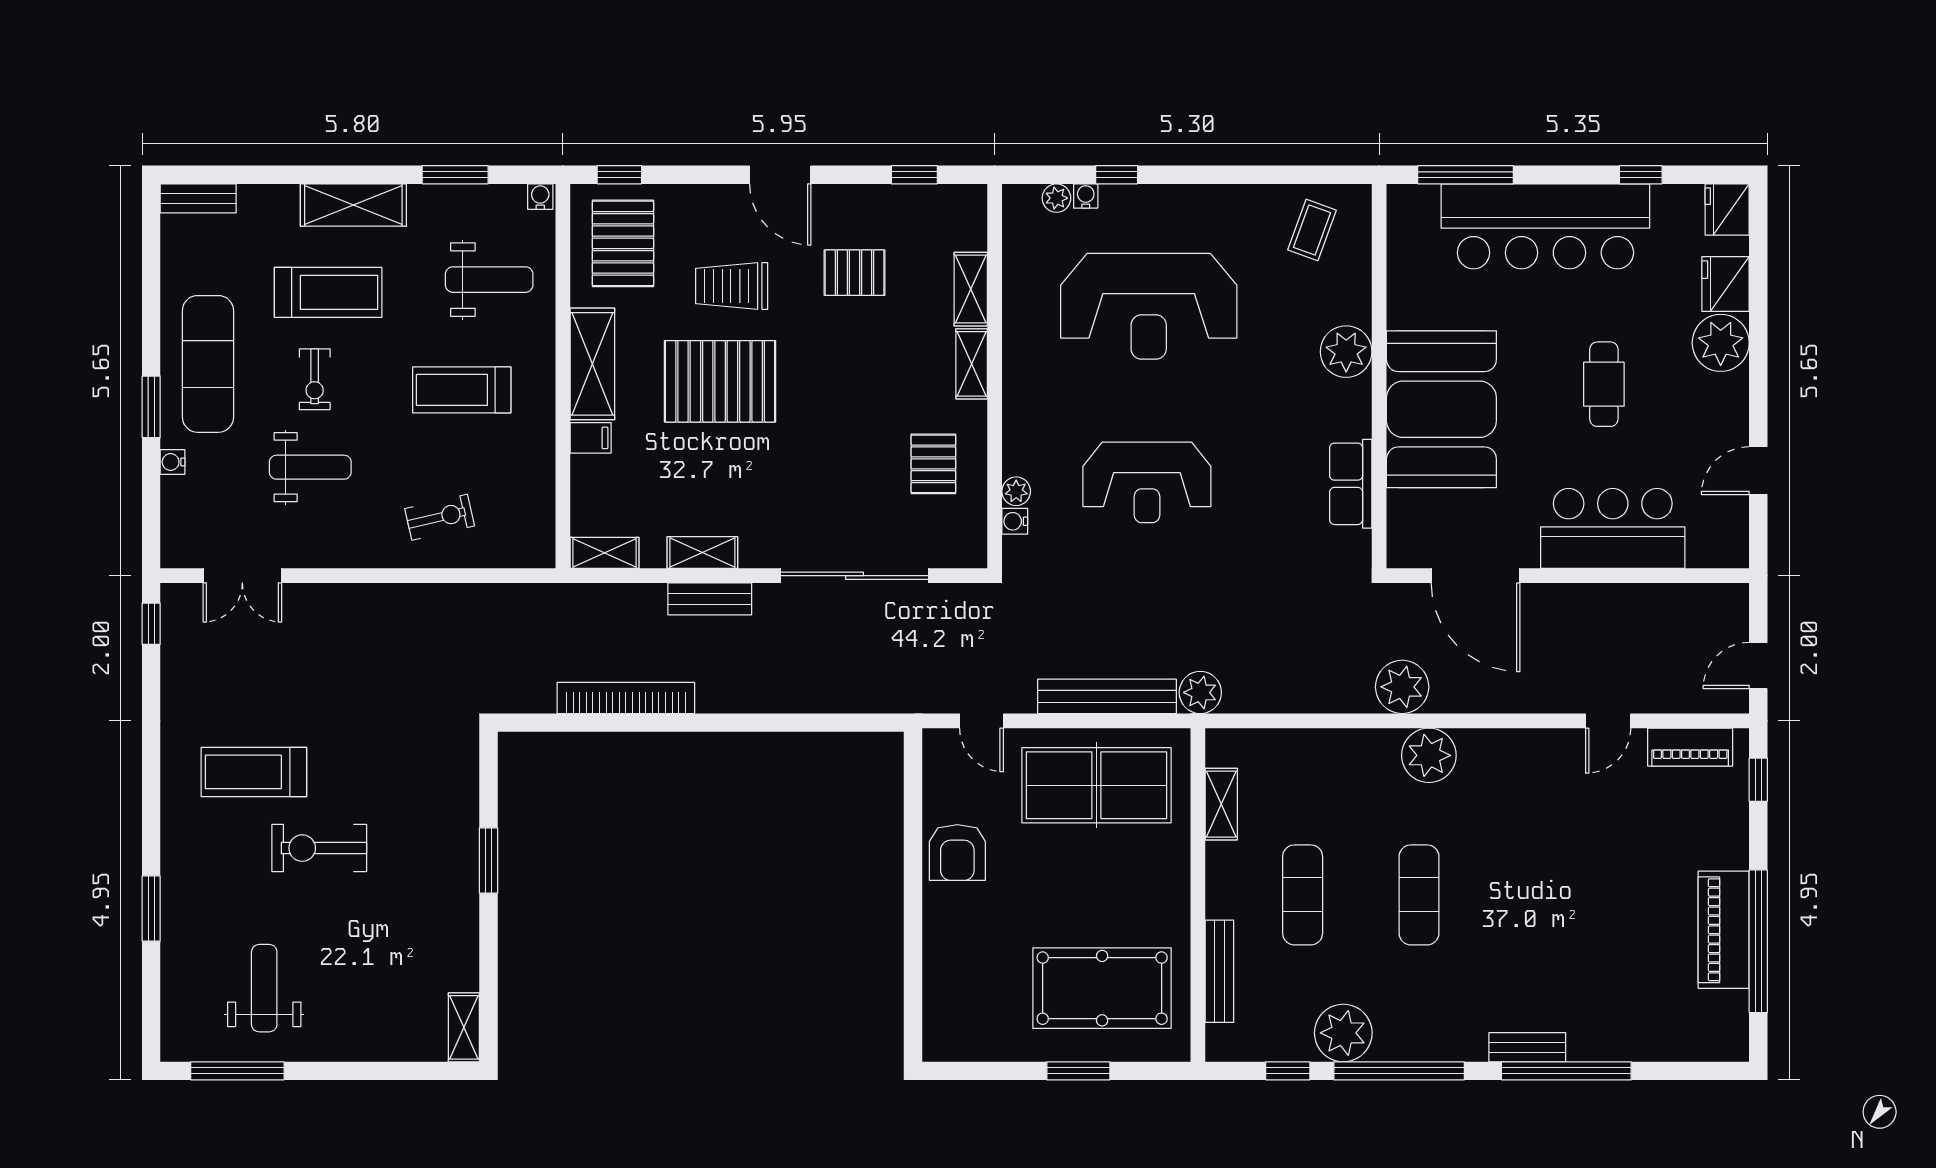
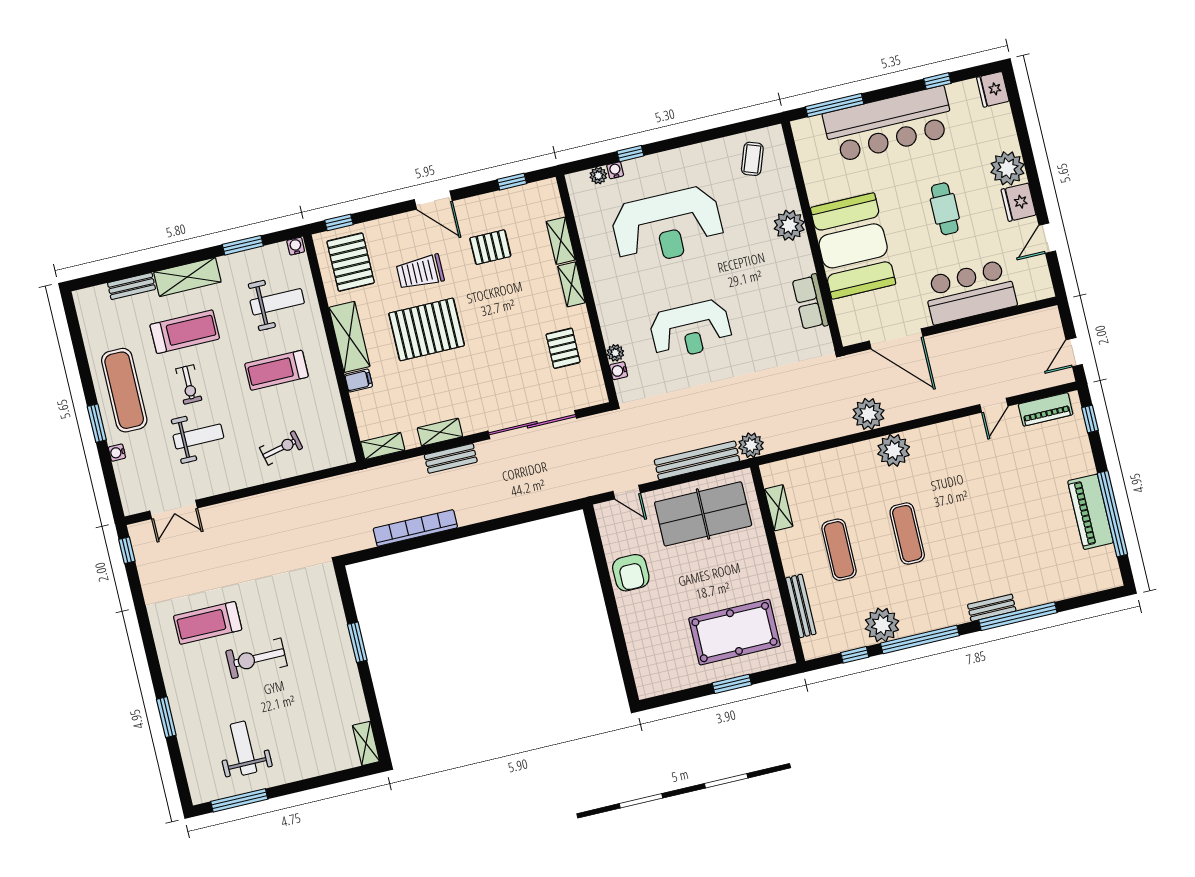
bench: (198, 198) -> (131, 286), moved
fridge: (1726, 284) -> (1018, 202), moved

